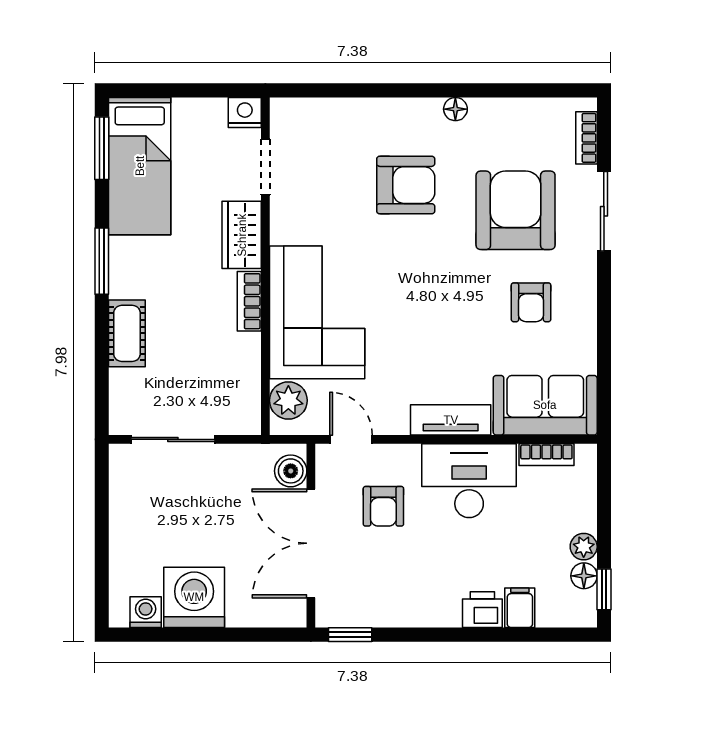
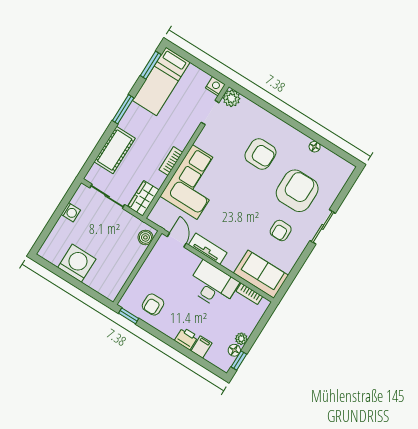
floor lamp: (455, 109) -> (315, 147), moved
bookcase: (586, 138) -> (343, 180), removed
sliding door: (604, 211) -> (323, 227), moved
wardrobe: (242, 235) -> (143, 198), moved
cot: (127, 333) -> (115, 150), width x1.37, depth x1.34
plant: (288, 400) -> (231, 98), moved
tv unit: (451, 420) -> (208, 249), moved
armchair: (383, 506) -> (153, 305), moved
double door: (311, 543) -> (136, 271), removed
washing machine: (146, 612) -> (71, 212), moved, turned 90

